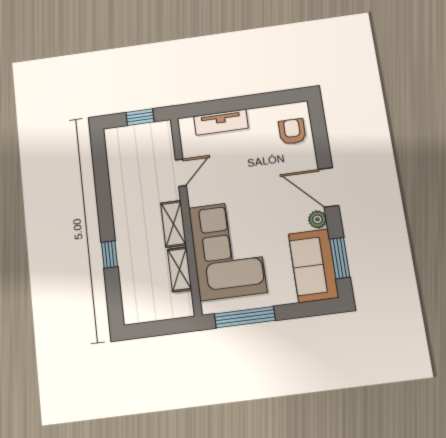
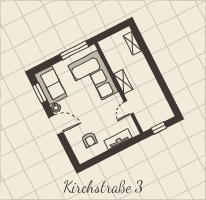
armchair: (292, 131) -> (89, 140), moved
window: (109, 254) -> (148, 56), removed
shelving: (179, 269) -> (132, 43), moved

